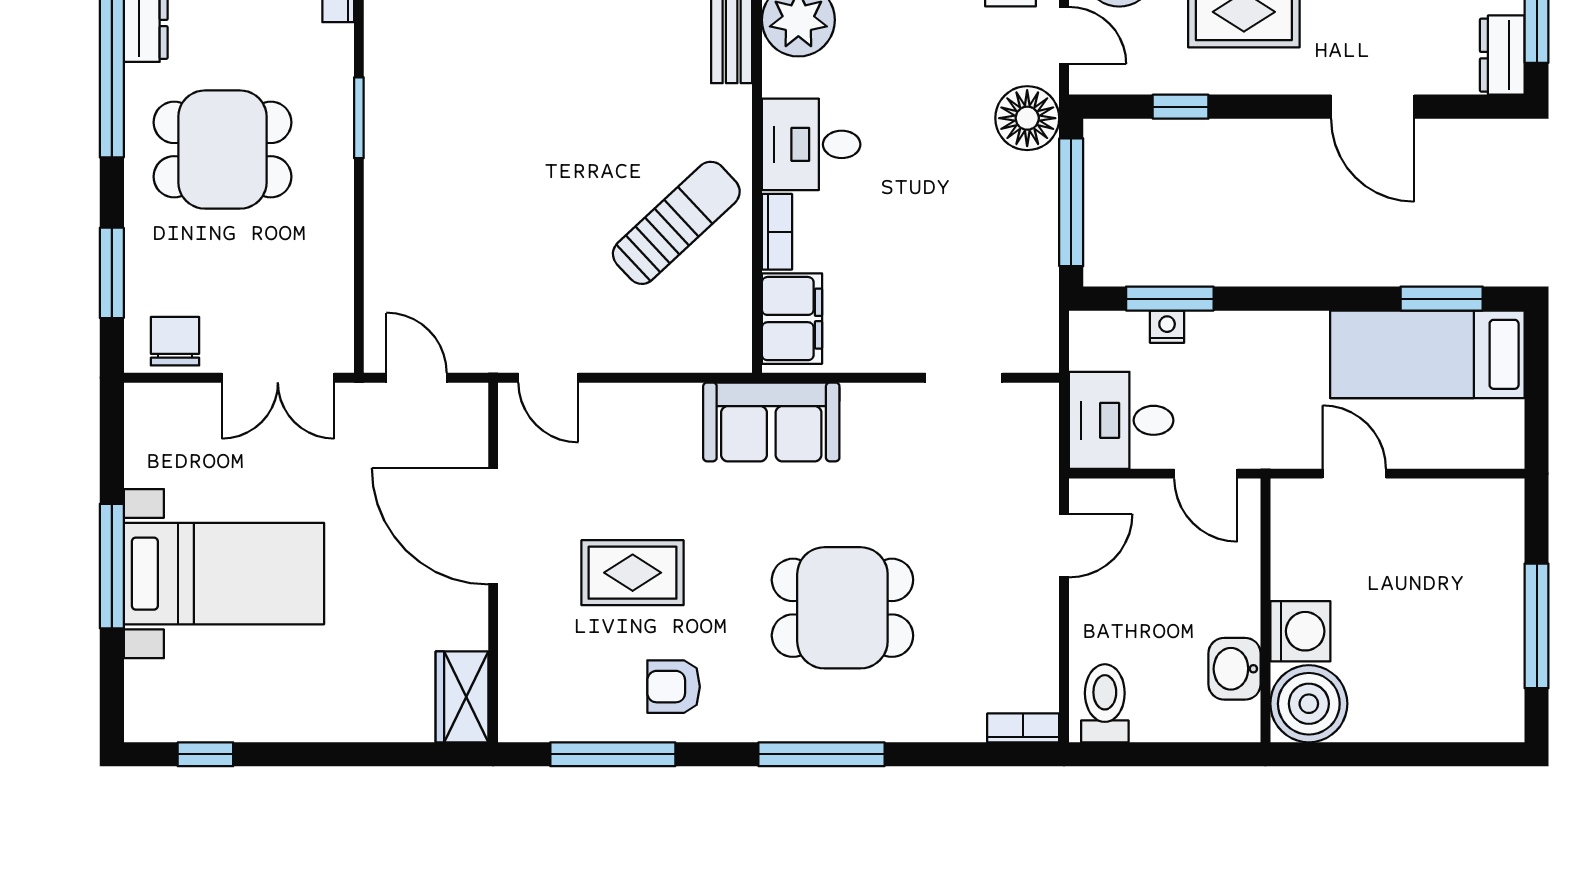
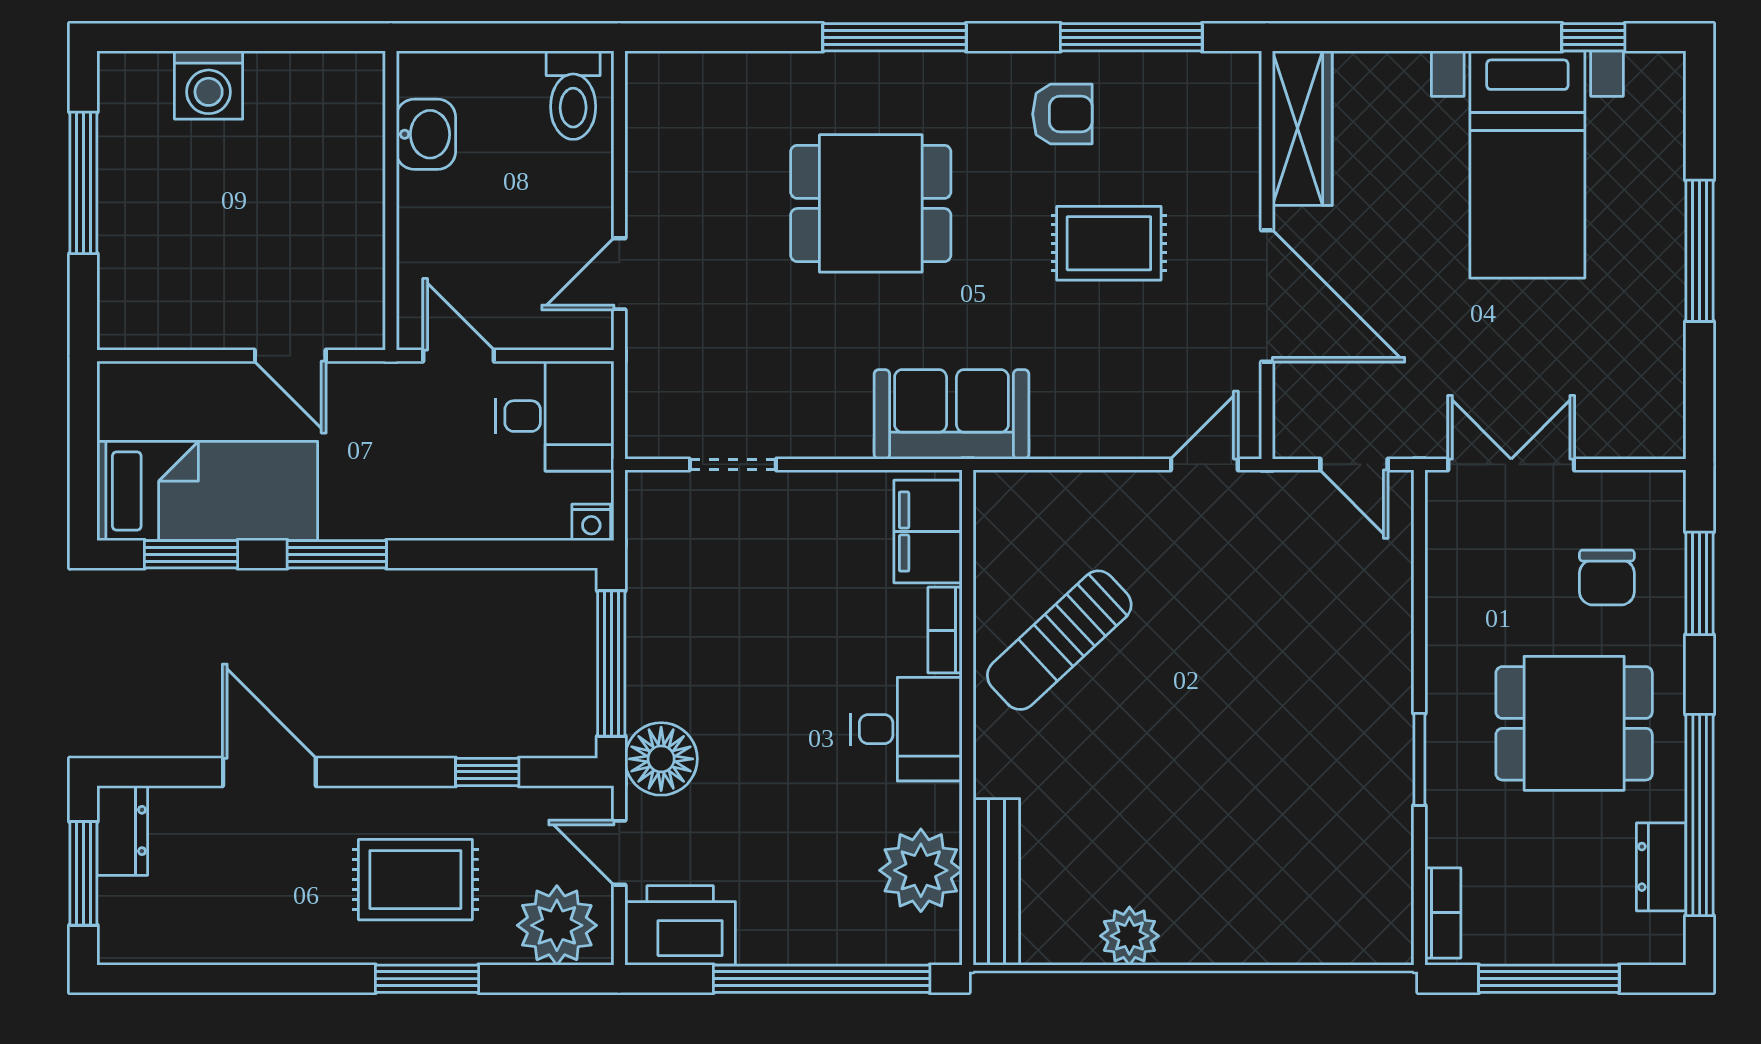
window: (1170, 299) -> (337, 554), moved
nightstand: (1167, 327) -> (591, 522), moved
chair: (175, 341) -> (1607, 577), moved
door: (548, 378) -> (1204, 464), hinge flipped
bed with nightstands: (224, 574) -> (1527, 164), moved, turned -90
washing machine: (1300, 631) -> (209, 85), moved, turned -90
wardrobe: (462, 697) -> (1302, 128), width x1.50
boiler: (1309, 704) -> (342, 95), removed
bookcase: (1023, 728) -> (666, 67), removed

